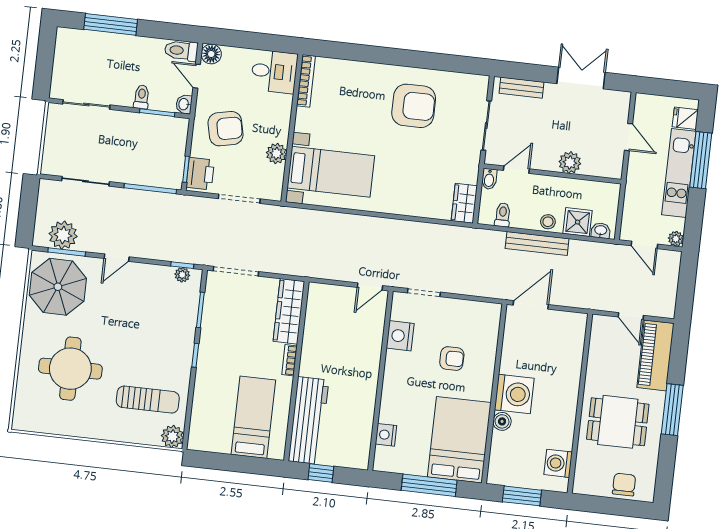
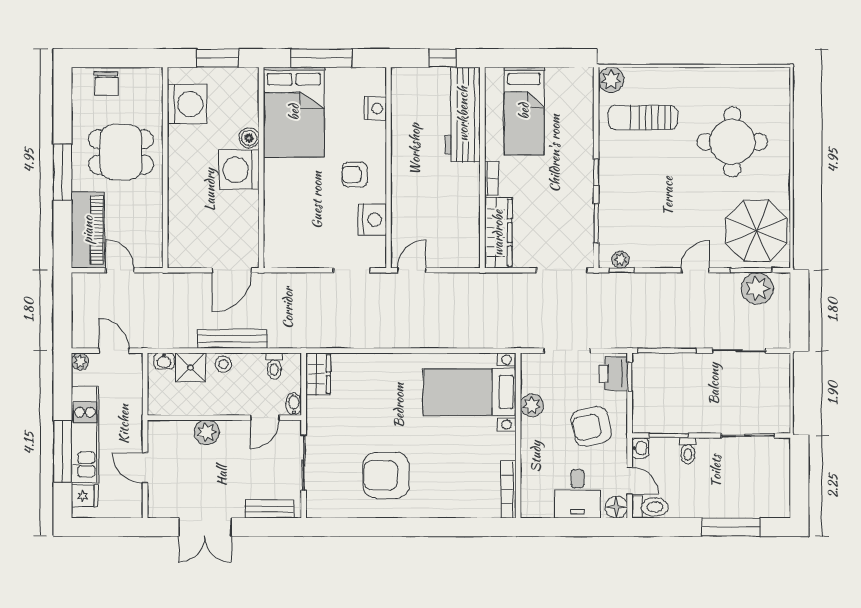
desk: (274, 72) -> (578, 494), moved, turned -90
armchair: (452, 359) -> (355, 175), moved
washing machine: (558, 463) -> (187, 104), width x1.37, depth x1.37

